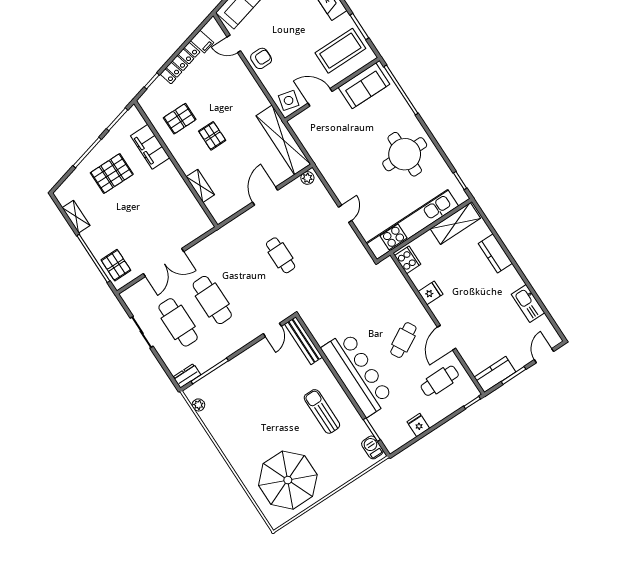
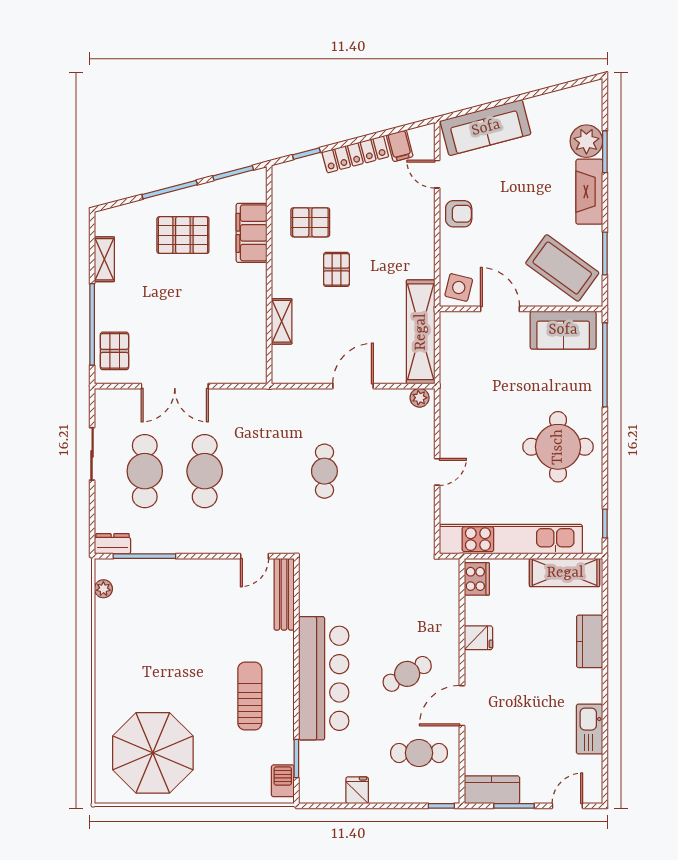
coffee table: (340, 51) -> (562, 268), turned 36

